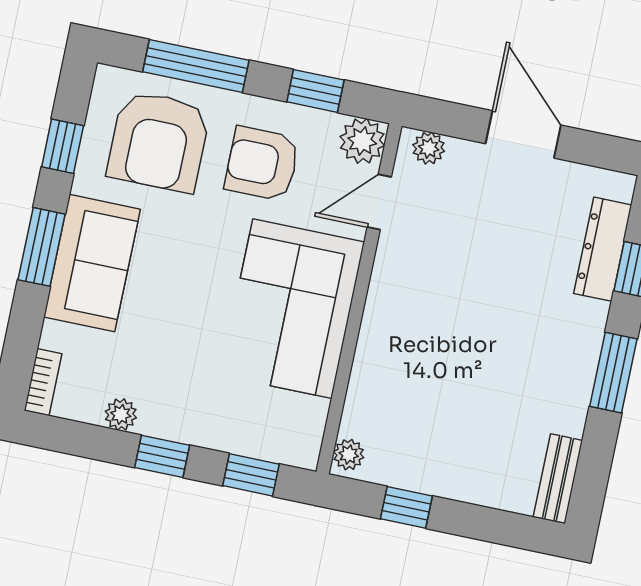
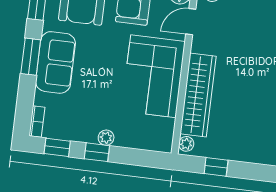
wardrobe: (382, 355) -> (198, 95), added
plant: (121, 415) -> (106, 138), moved
window: (251, 475) -> (57, 147), moved

